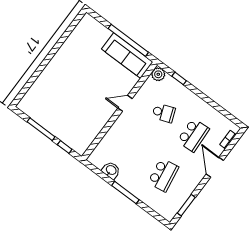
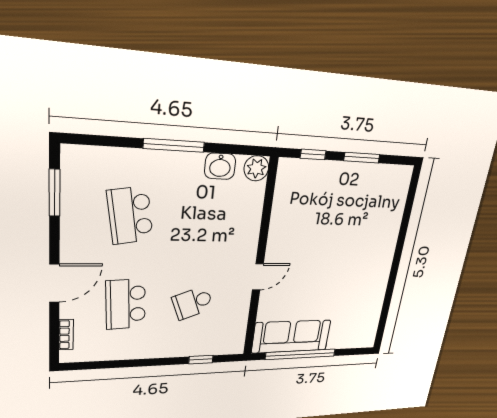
plant: (158, 74) -> (256, 168), moved
window: (41, 129) -> (362, 158), width x0.69
door: (215, 167) -> (54, 283), hinge flipped

